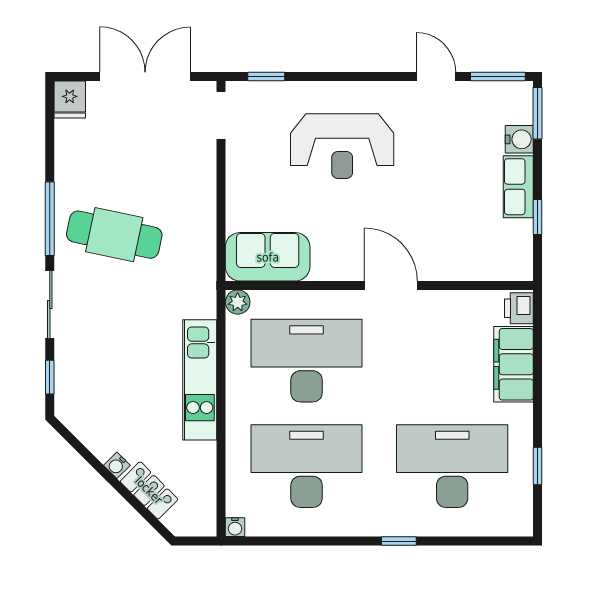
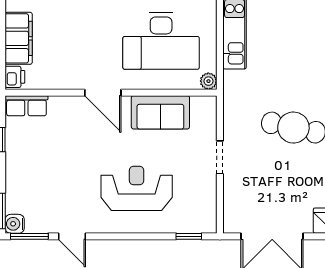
doorway: (221, 115) -> (220, 157), moved
water cooler: (519, 139) -> (15, 224), moved
row of seats: (518, 187) -> (26, 106), moved, turned 90
sofa: (268, 257) -> (160, 112), moved

